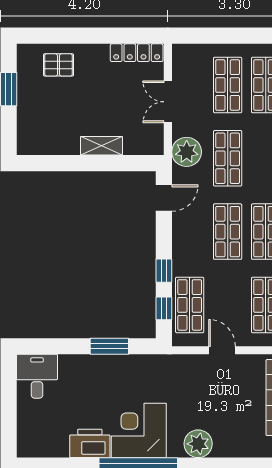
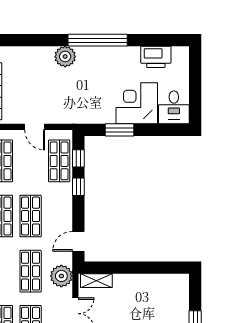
shelving: (101, 146) -> (96, 281), moved
corner desk: (139, 430) -> (137, 103), moved, turned 180
printer: (90, 443) -> (156, 57), moved
plant: (198, 444) -> (65, 57), moved

